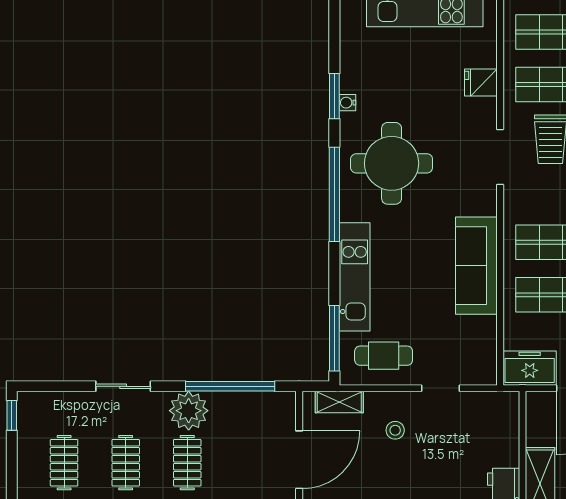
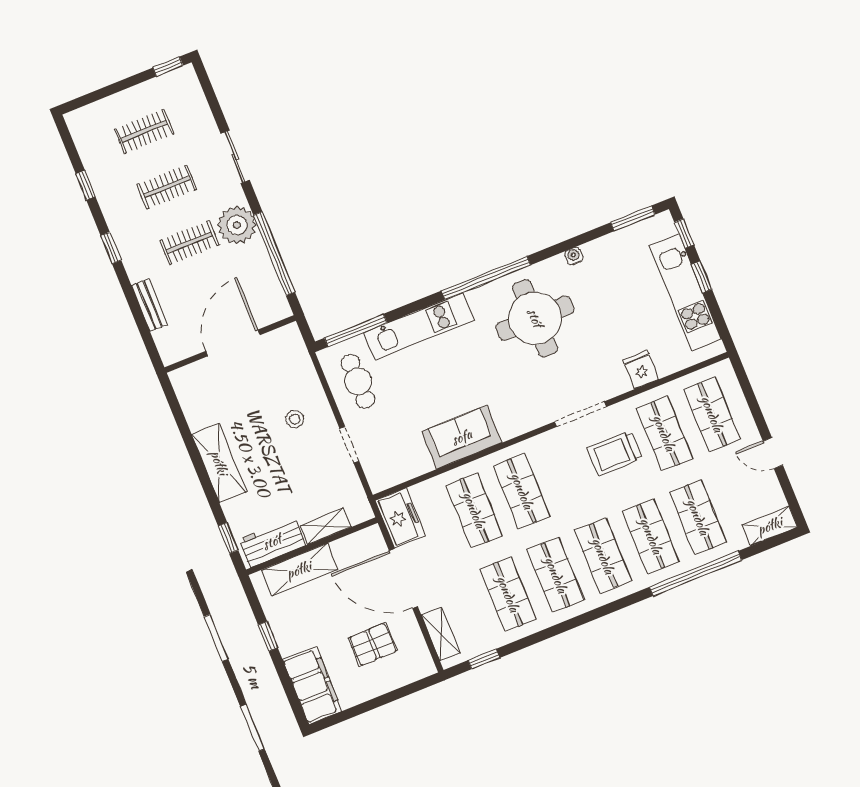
window: (334, 96) -> (633, 218), moved
sofa: (476, 266) -> (462, 437), width x0.73
shelving: (339, 402) -> (326, 526), moved, turned 90
door: (299, 460) -> (233, 343), swing flipped

